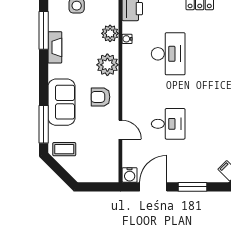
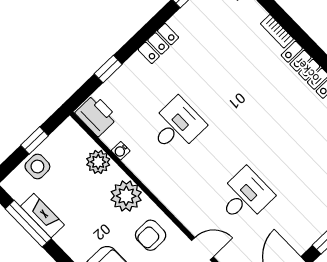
fireplace: (55, 47) -> (42, 216), moved
desk: (168, 54) -> (177, 126), width x0.73

